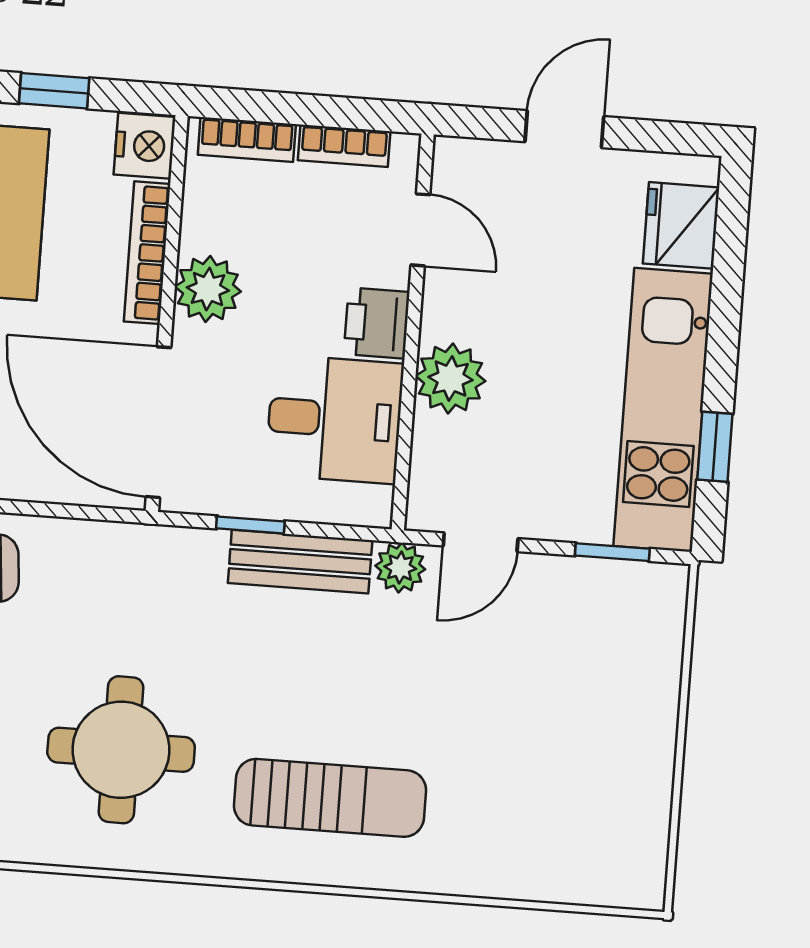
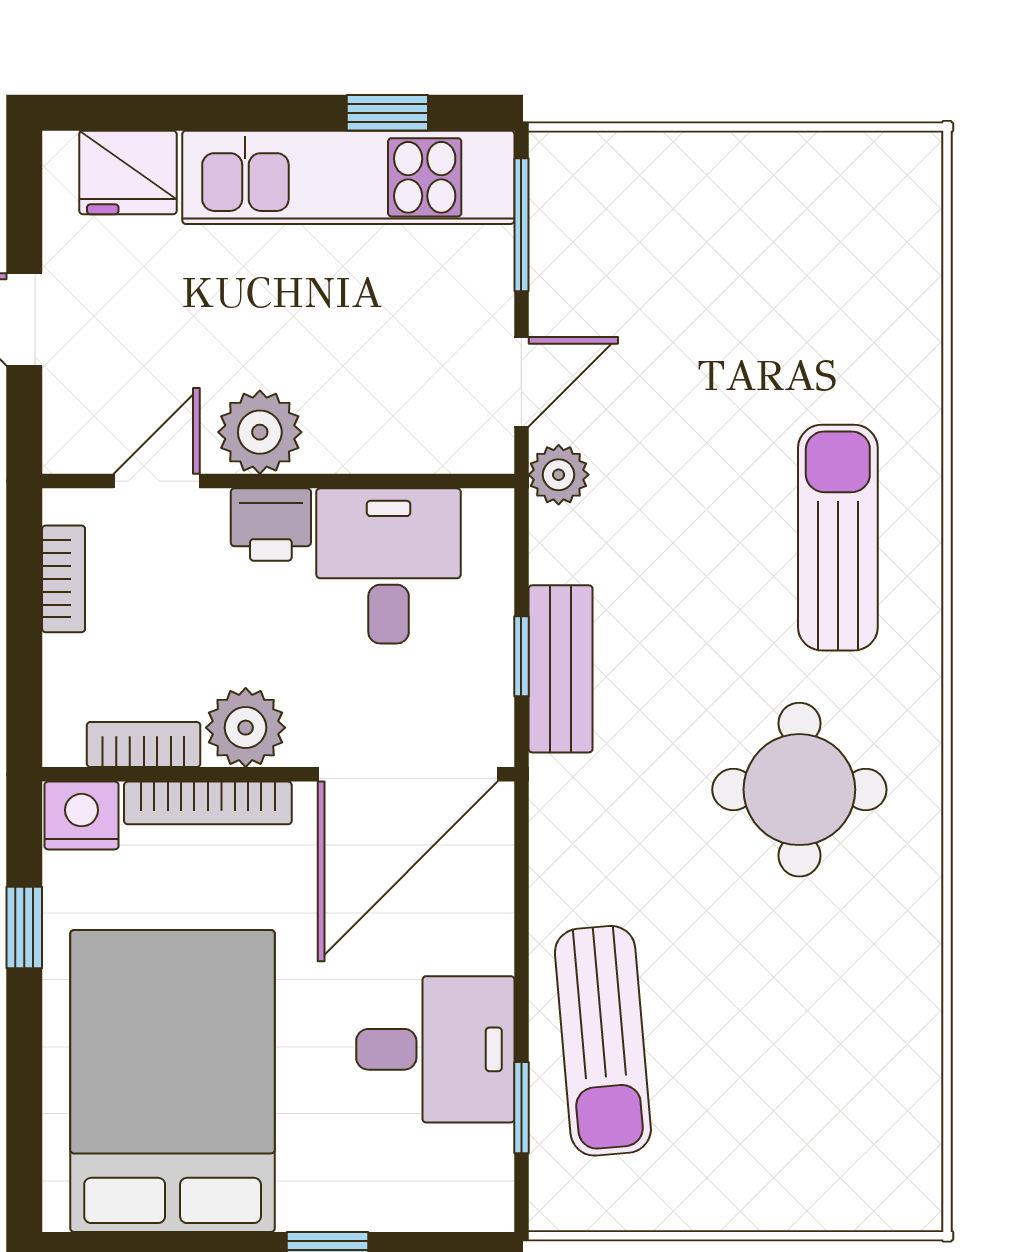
bookcase: (247, 139) -> (144, 745), moved, turned -90
plant: (450, 378) -> (260, 432), moved
door: (481, 542) -> (521, 382), hinge flipped
window: (612, 552) -> (521, 225), width x1.50
bench: (300, 562) -> (561, 669), moved

